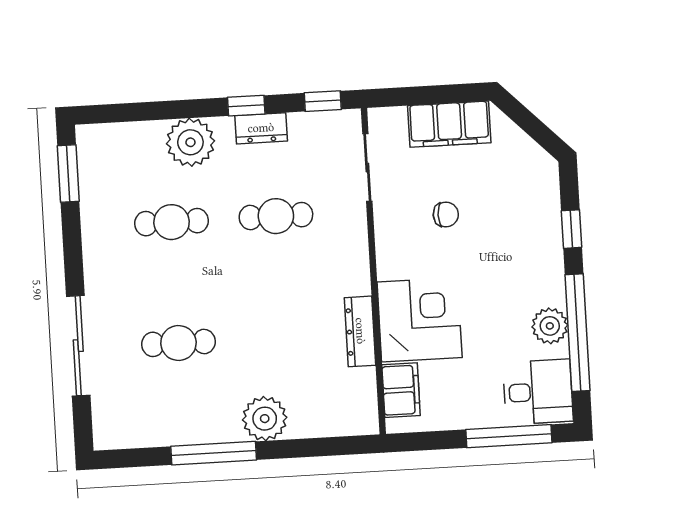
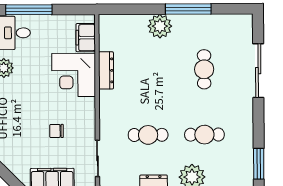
cafe table: (178, 343) -> (204, 69), turned 90

